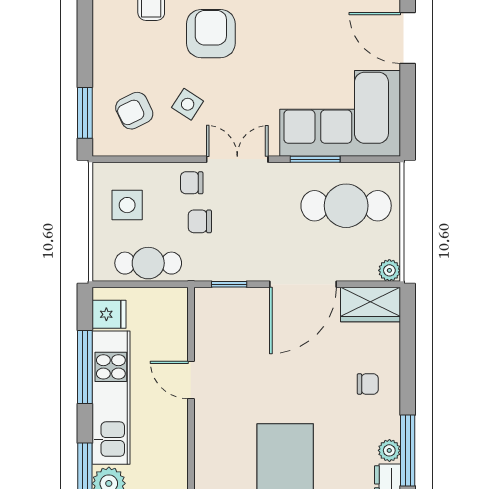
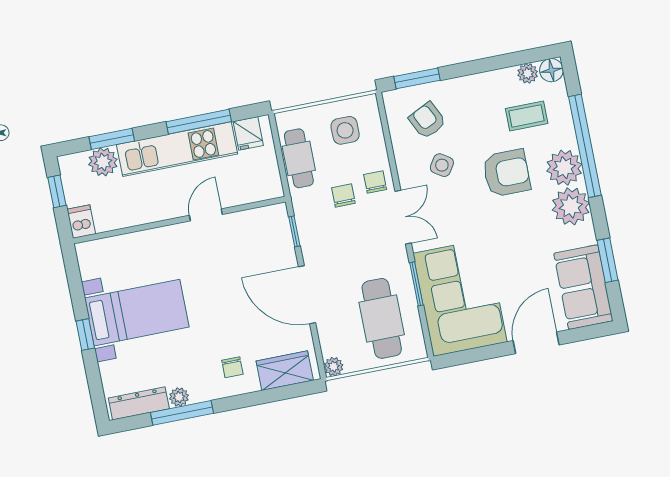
wardrobe: (370, 305) -> (285, 371), moved, turned 90

